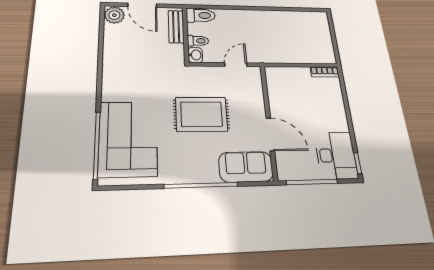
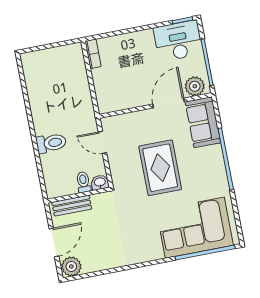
toilet: (201, 15) -> (51, 143), moved, turned 90
plant: (286, 164) -> (195, 86), added

